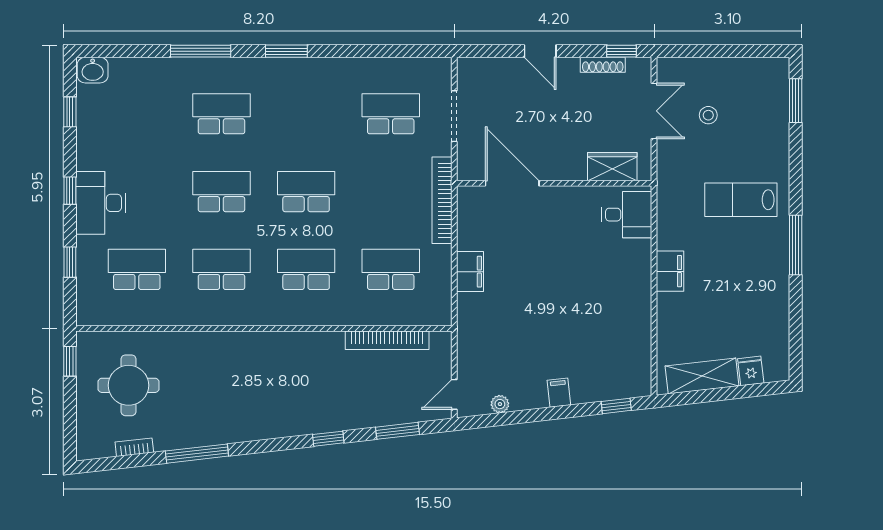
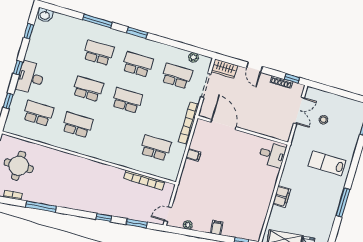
plant: (413, 67) -> (193, 57), added
wardrobe: (612, 167) -> (224, 69), moved, turned 180
window: (796, 245) -> (343, 202), moved
school desk: (306, 269) -> (138, 64), moved
filing cabinet: (670, 271) -> (282, 196), moved
filing cabinet: (470, 272) -> (193, 155), width x0.50

